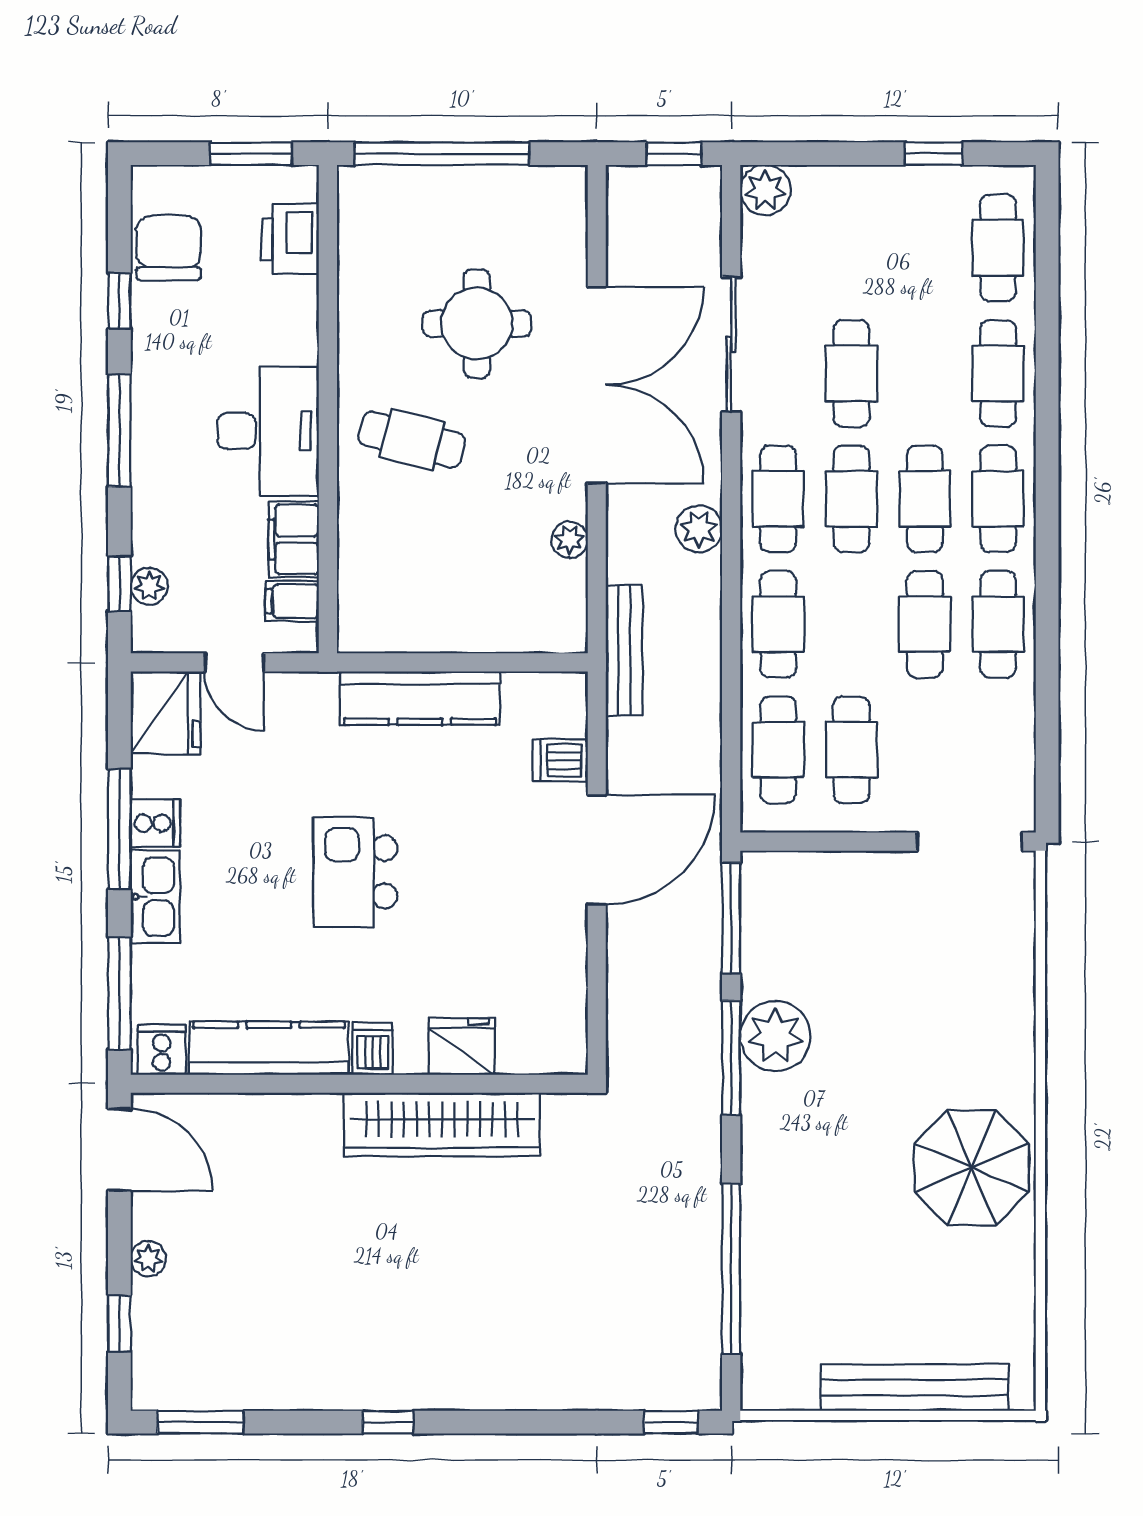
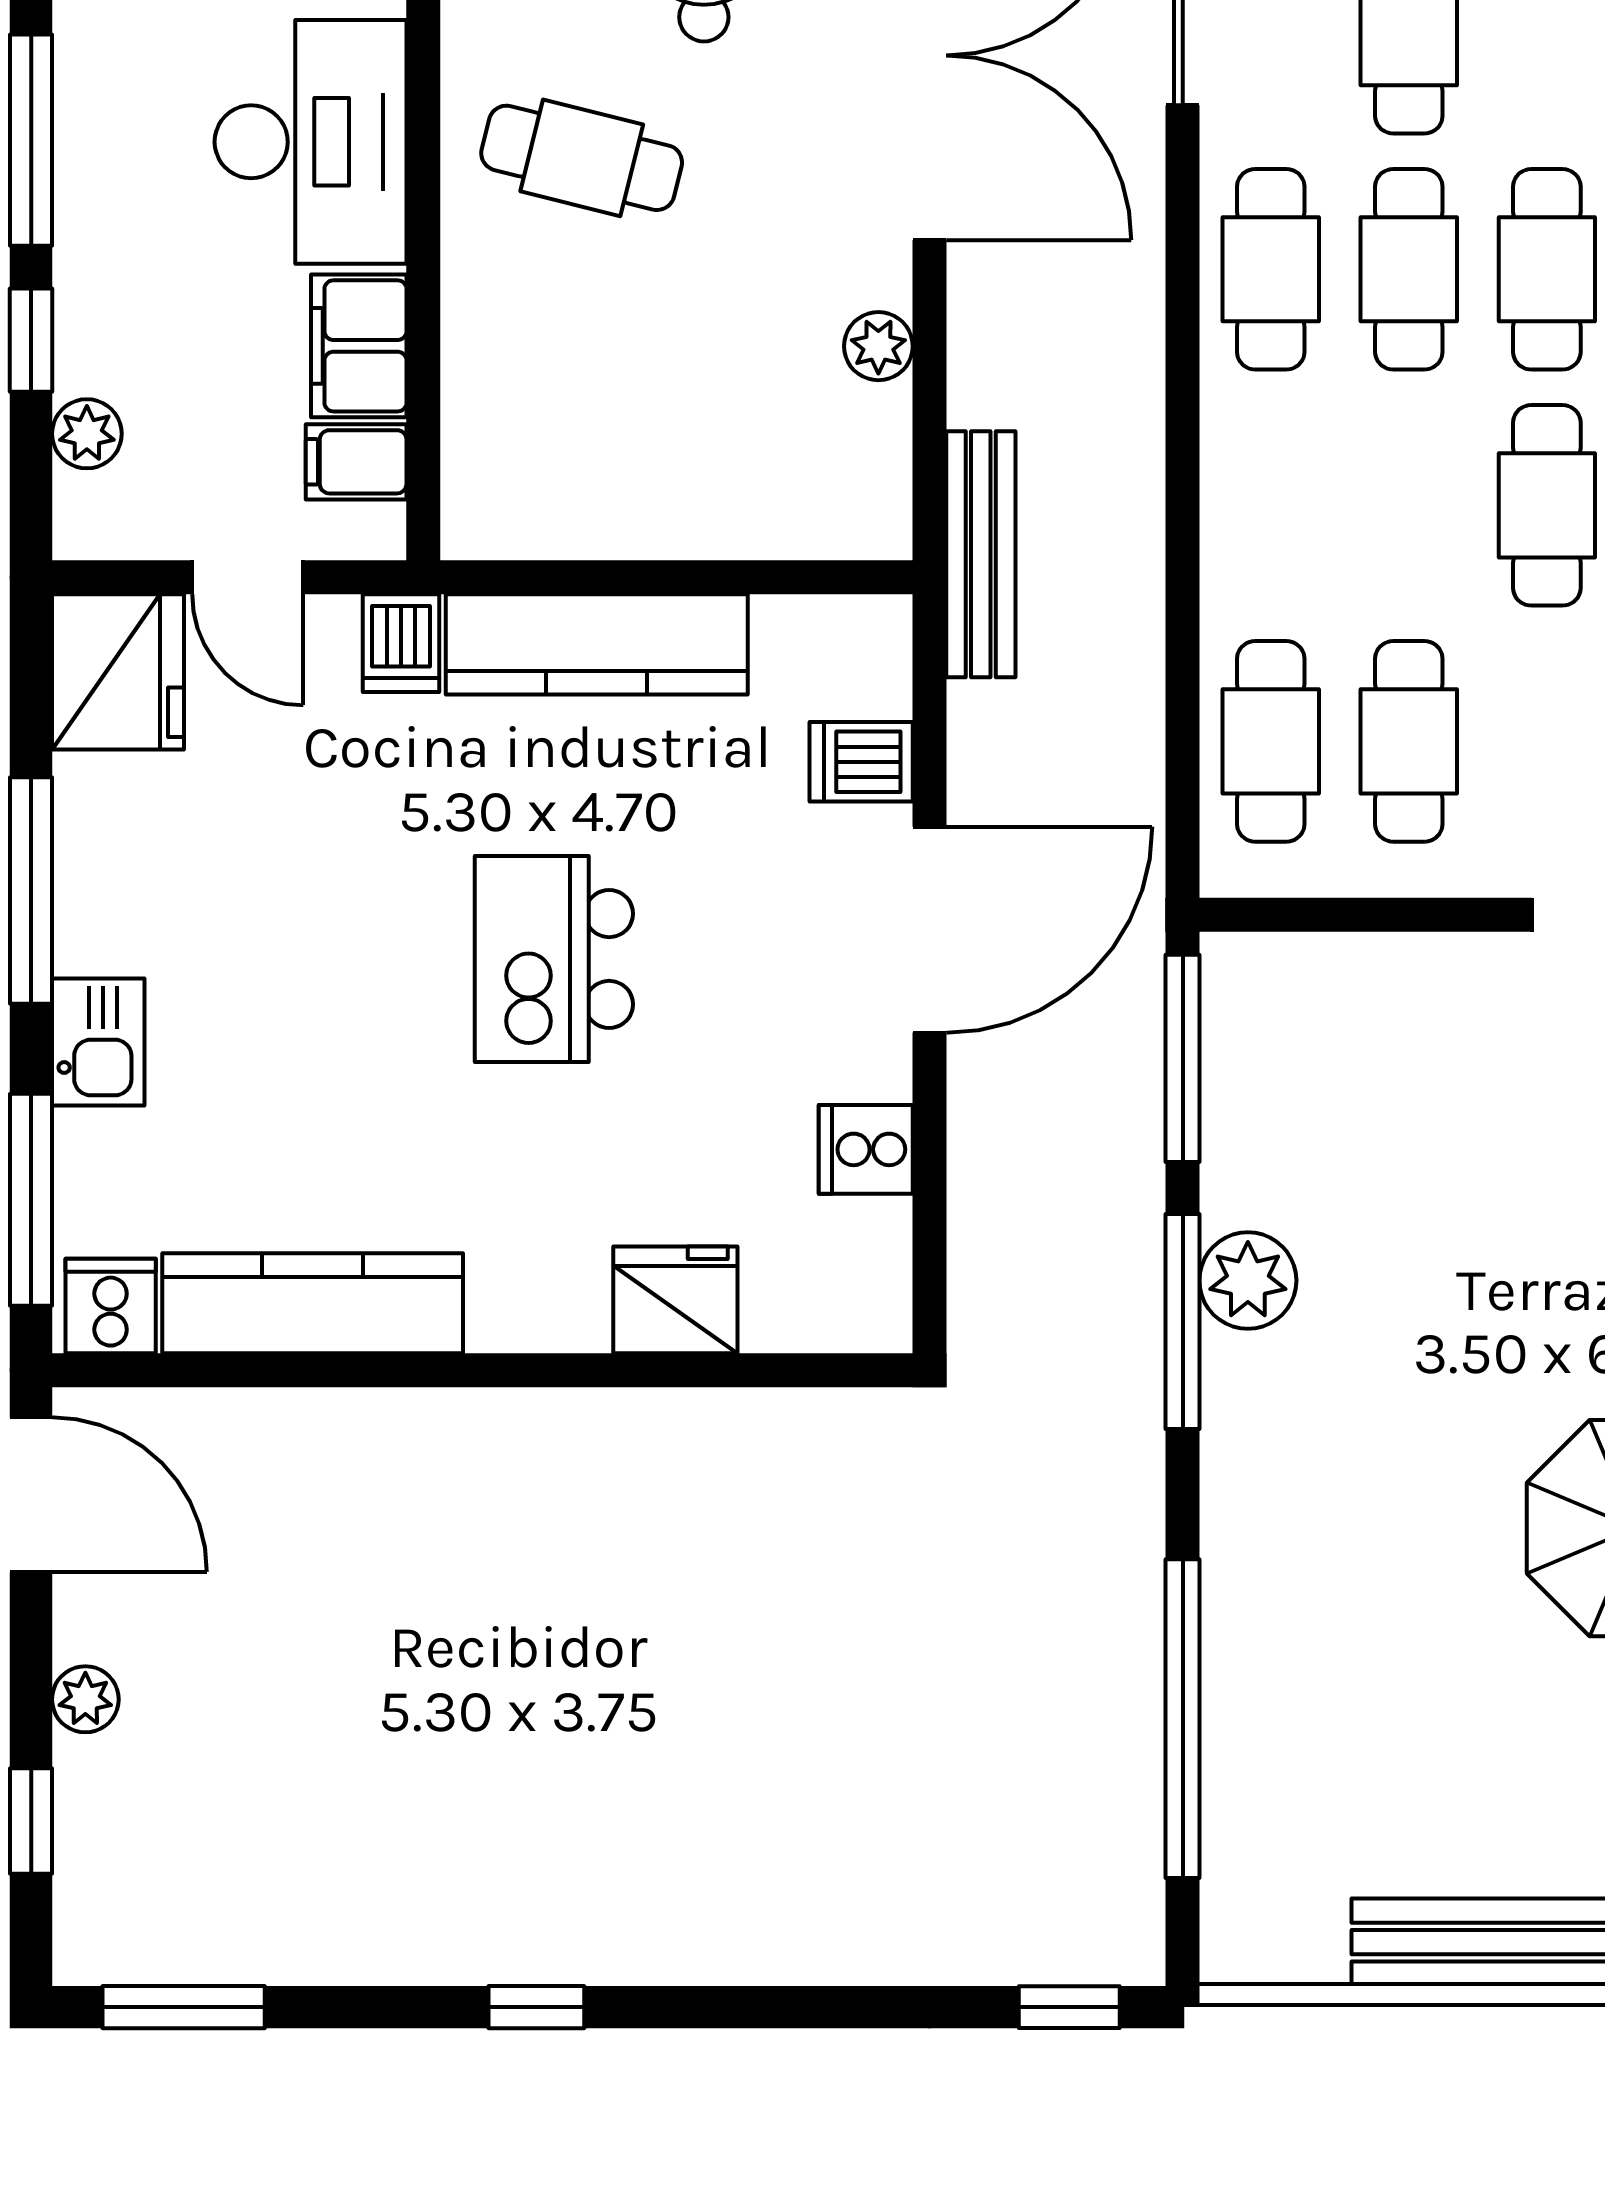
plant: (699, 529) -> (1122, 326), removed
window: (119, 584) -> (31, 340), moved
cafe table: (778, 624) -> (1271, 505), removed
cooker: (156, 823) -> (866, 1149), moved, turned 180
kitchen island: (355, 872) -> (554, 959), moved
kitchen sink: (155, 897) -> (98, 1042), width x0.73
plant: (775, 1036) -> (1248, 1281), width x0.73, depth x0.73
dishwasher: (373, 1049) -> (401, 643), moved, turned 180
wardrobe: (442, 1124) -> (638, 1447), removed

